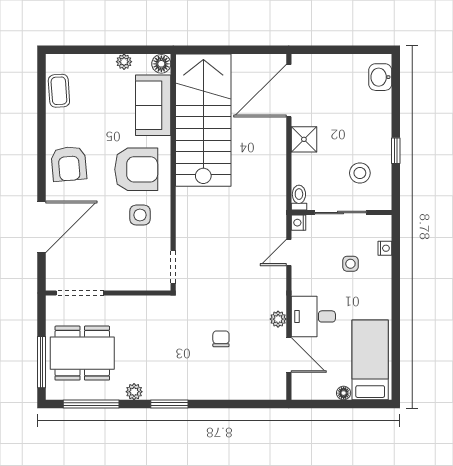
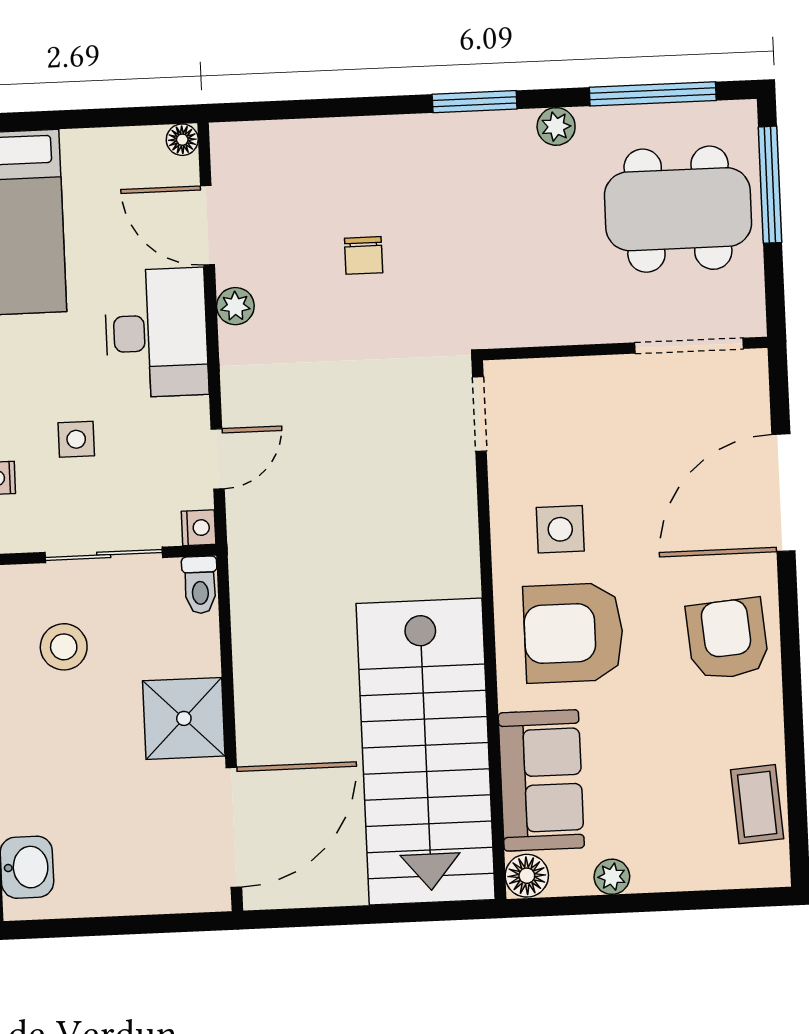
shower: (304, 139) -> (184, 718), width x1.36, depth x1.36
desk: (313, 316) -> (156, 333), width x1.37
floor lamp: (344, 393) -> (182, 140), moved

